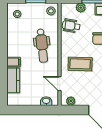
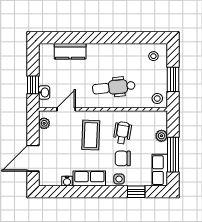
wheelchair: (71, 26) -> (122, 133), moved
filing cabinet: (14, 62) -> (93, 52), removed
window: (40, 110) -> (33, 85), added

